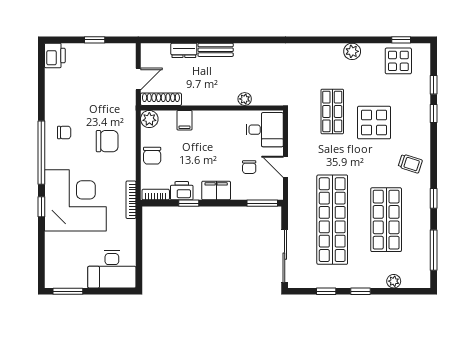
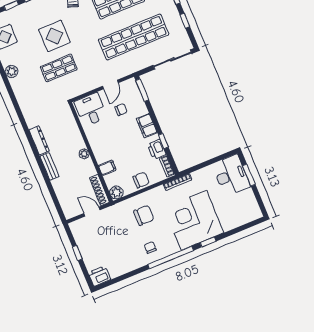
dresser: (184, 50) -> (39, 140), moved, width x1.44
plant: (245, 99) -> (84, 154), moved
chair: (107, 141) -> (144, 215), turned 90
window: (68, 291) -> (249, 175), moved

